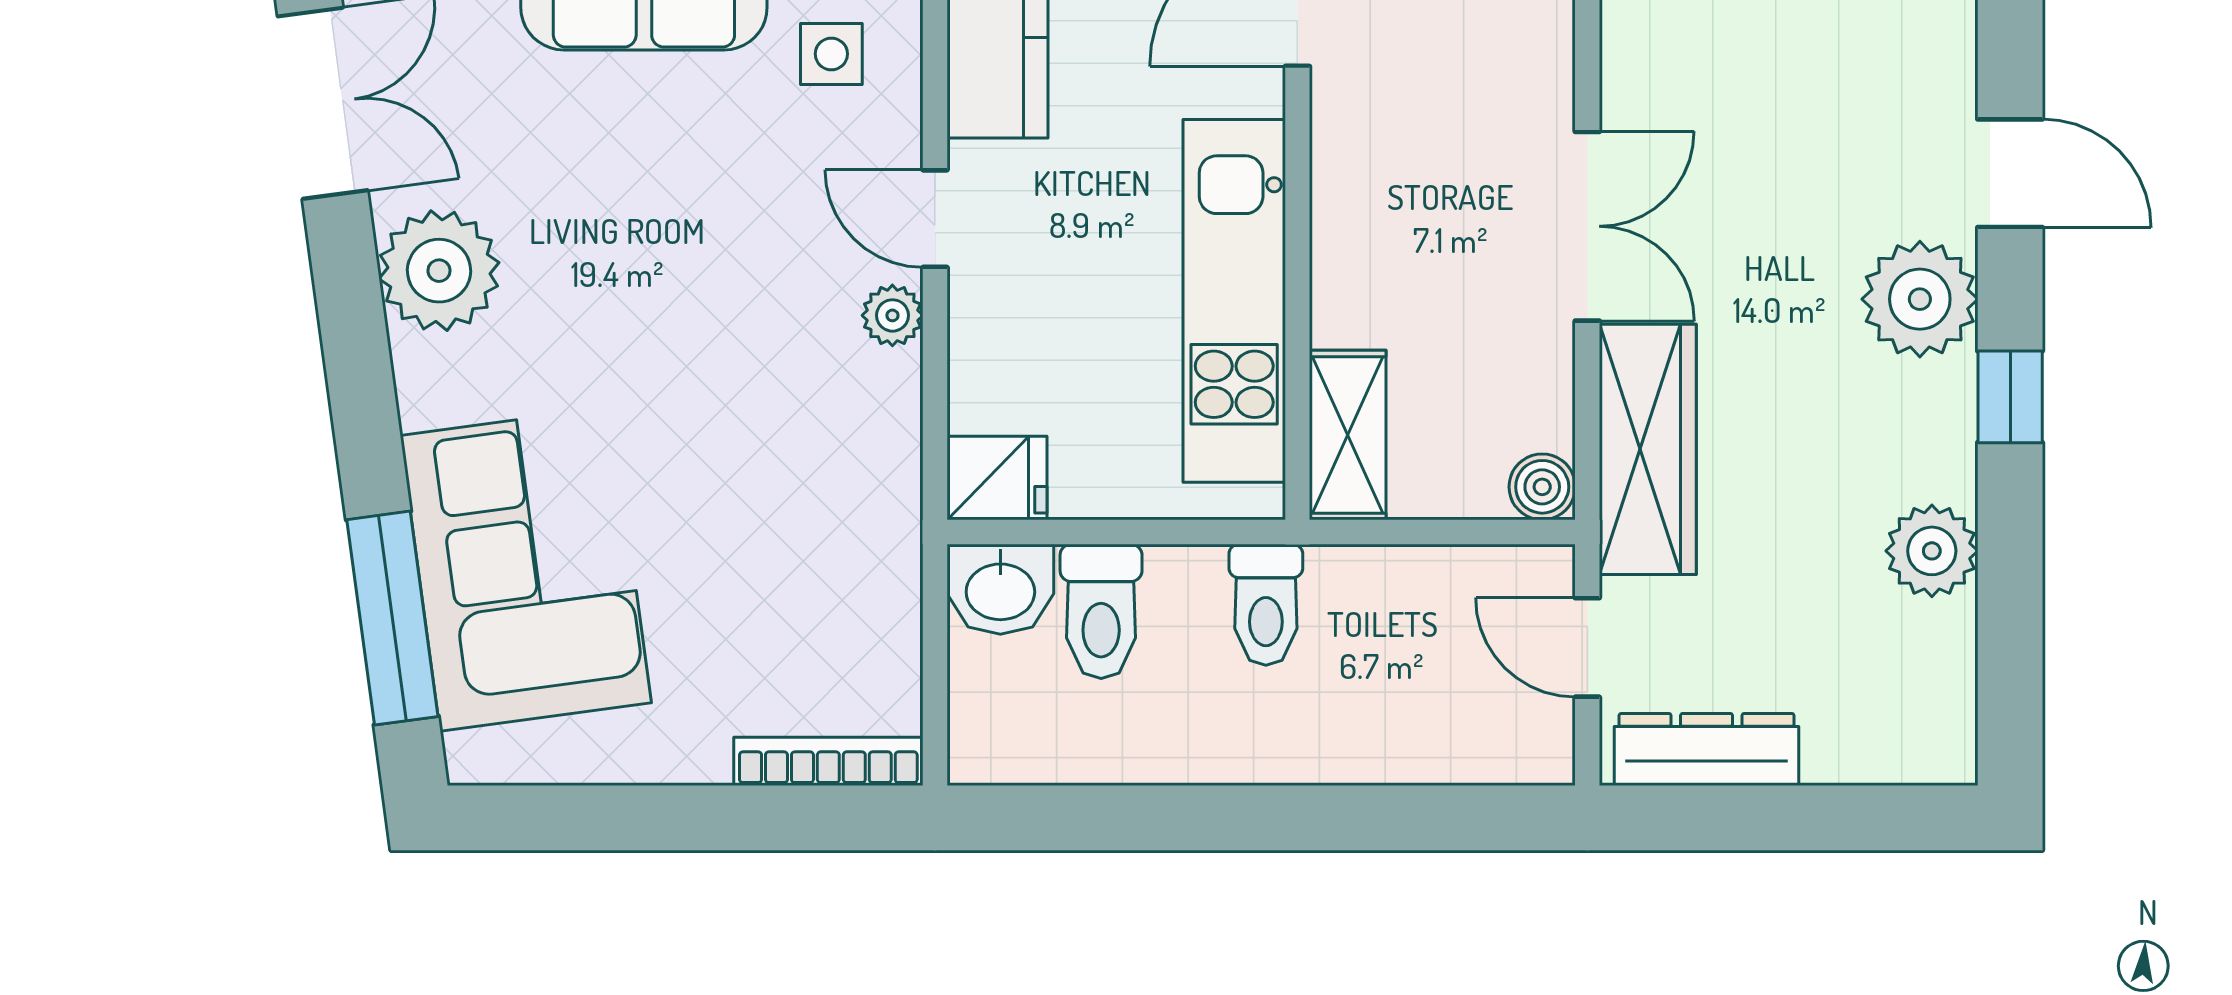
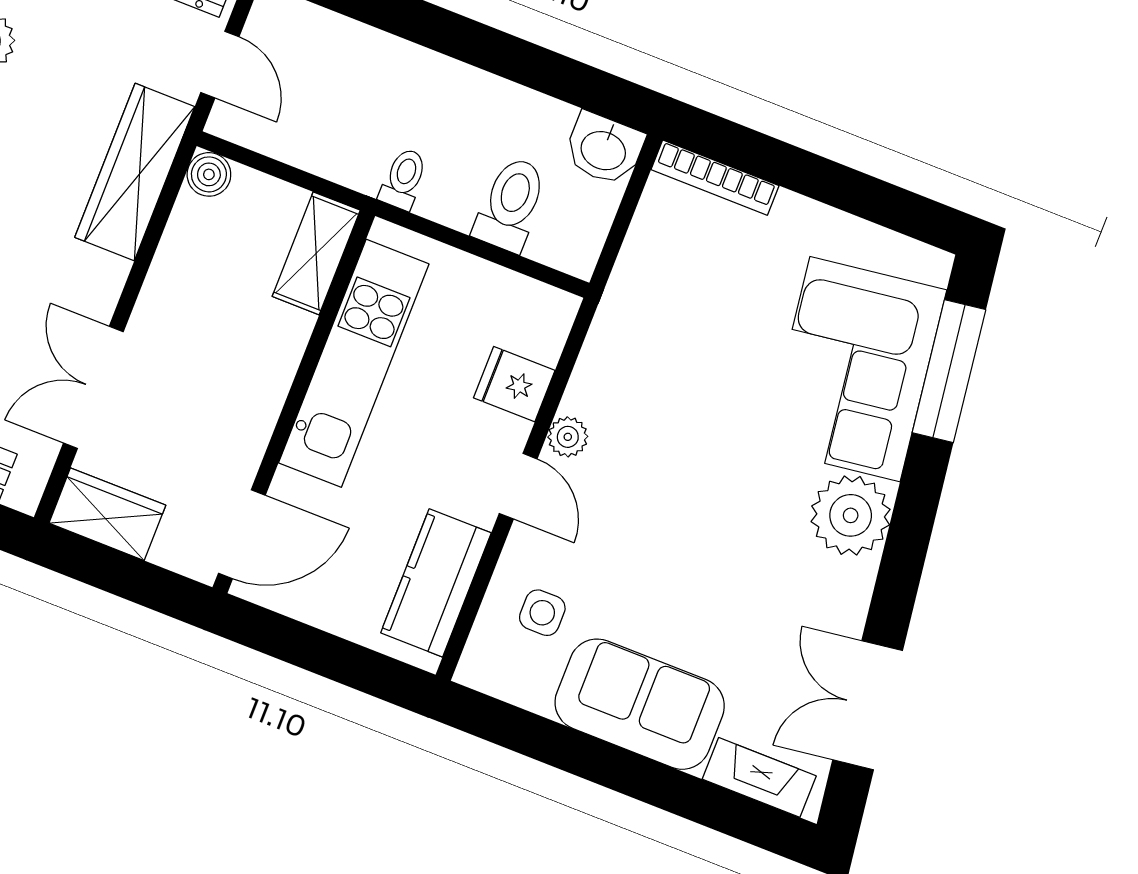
double door: (1587, 226) -> (93, 387), moved
plant: (439, 271) -> (851, 515), moved
fridge: (997, 478) -> (514, 384), moved
washbasin: (1000, 589) -> (604, 149), moved, turned 180
toilet: (1266, 605) -> (404, 179), width x0.73, depth x0.72

